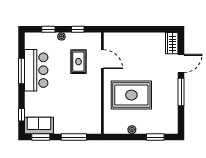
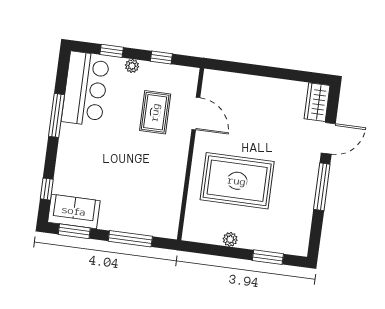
bar counter: (36, 70) -> (85, 89), moved

